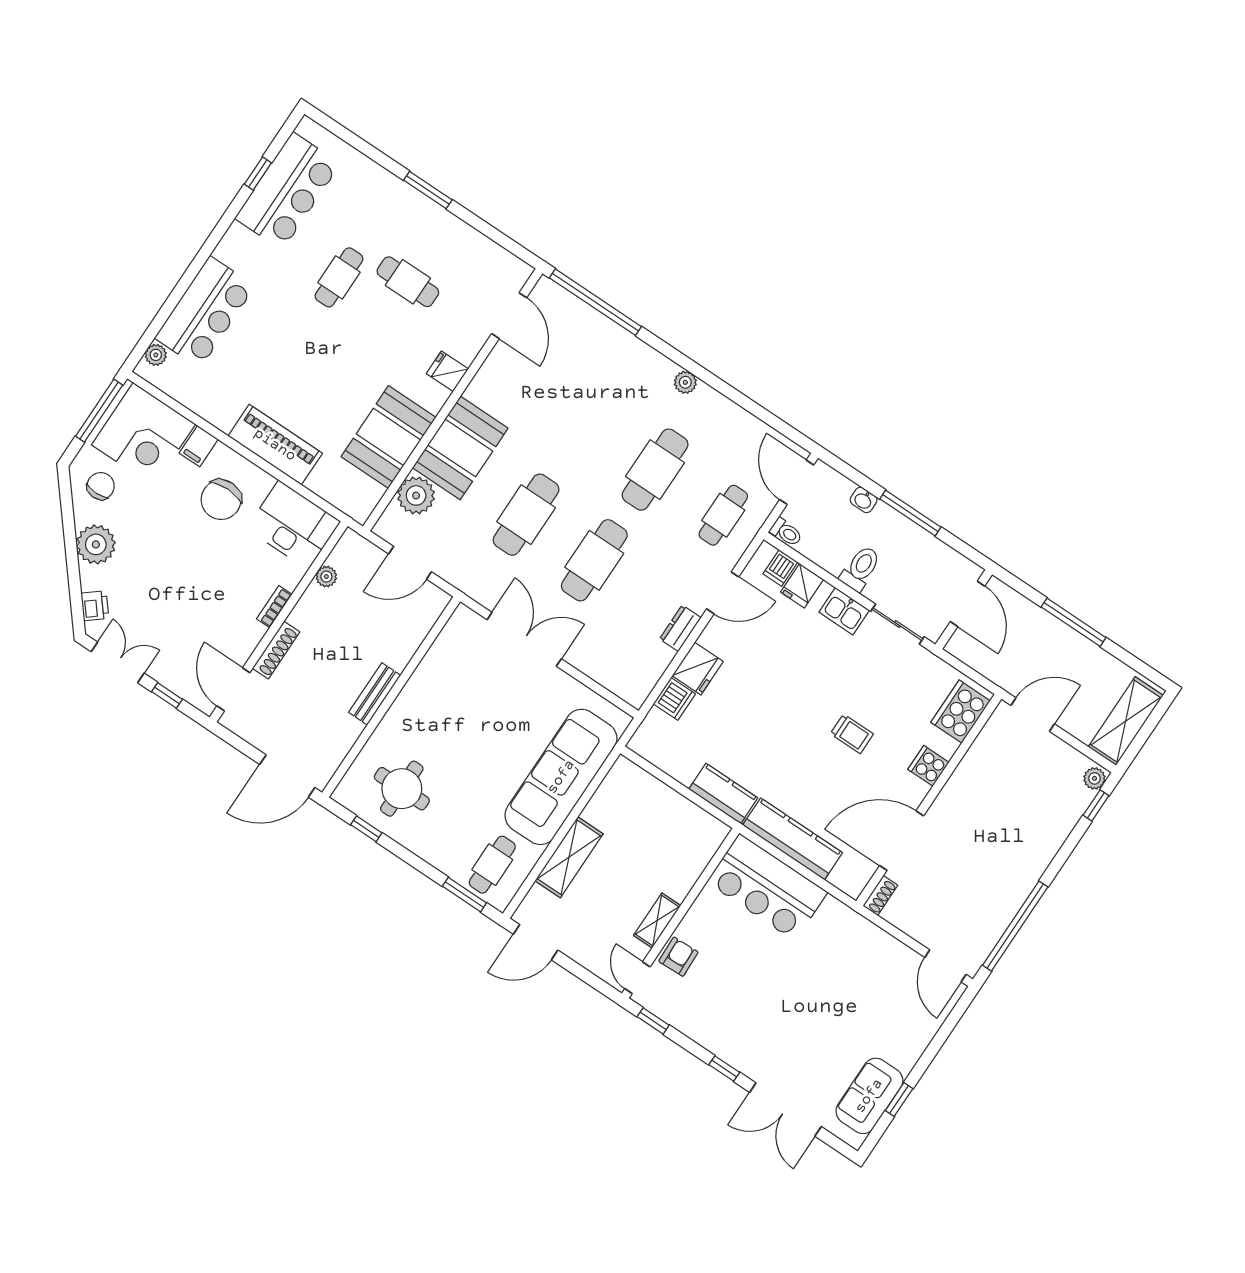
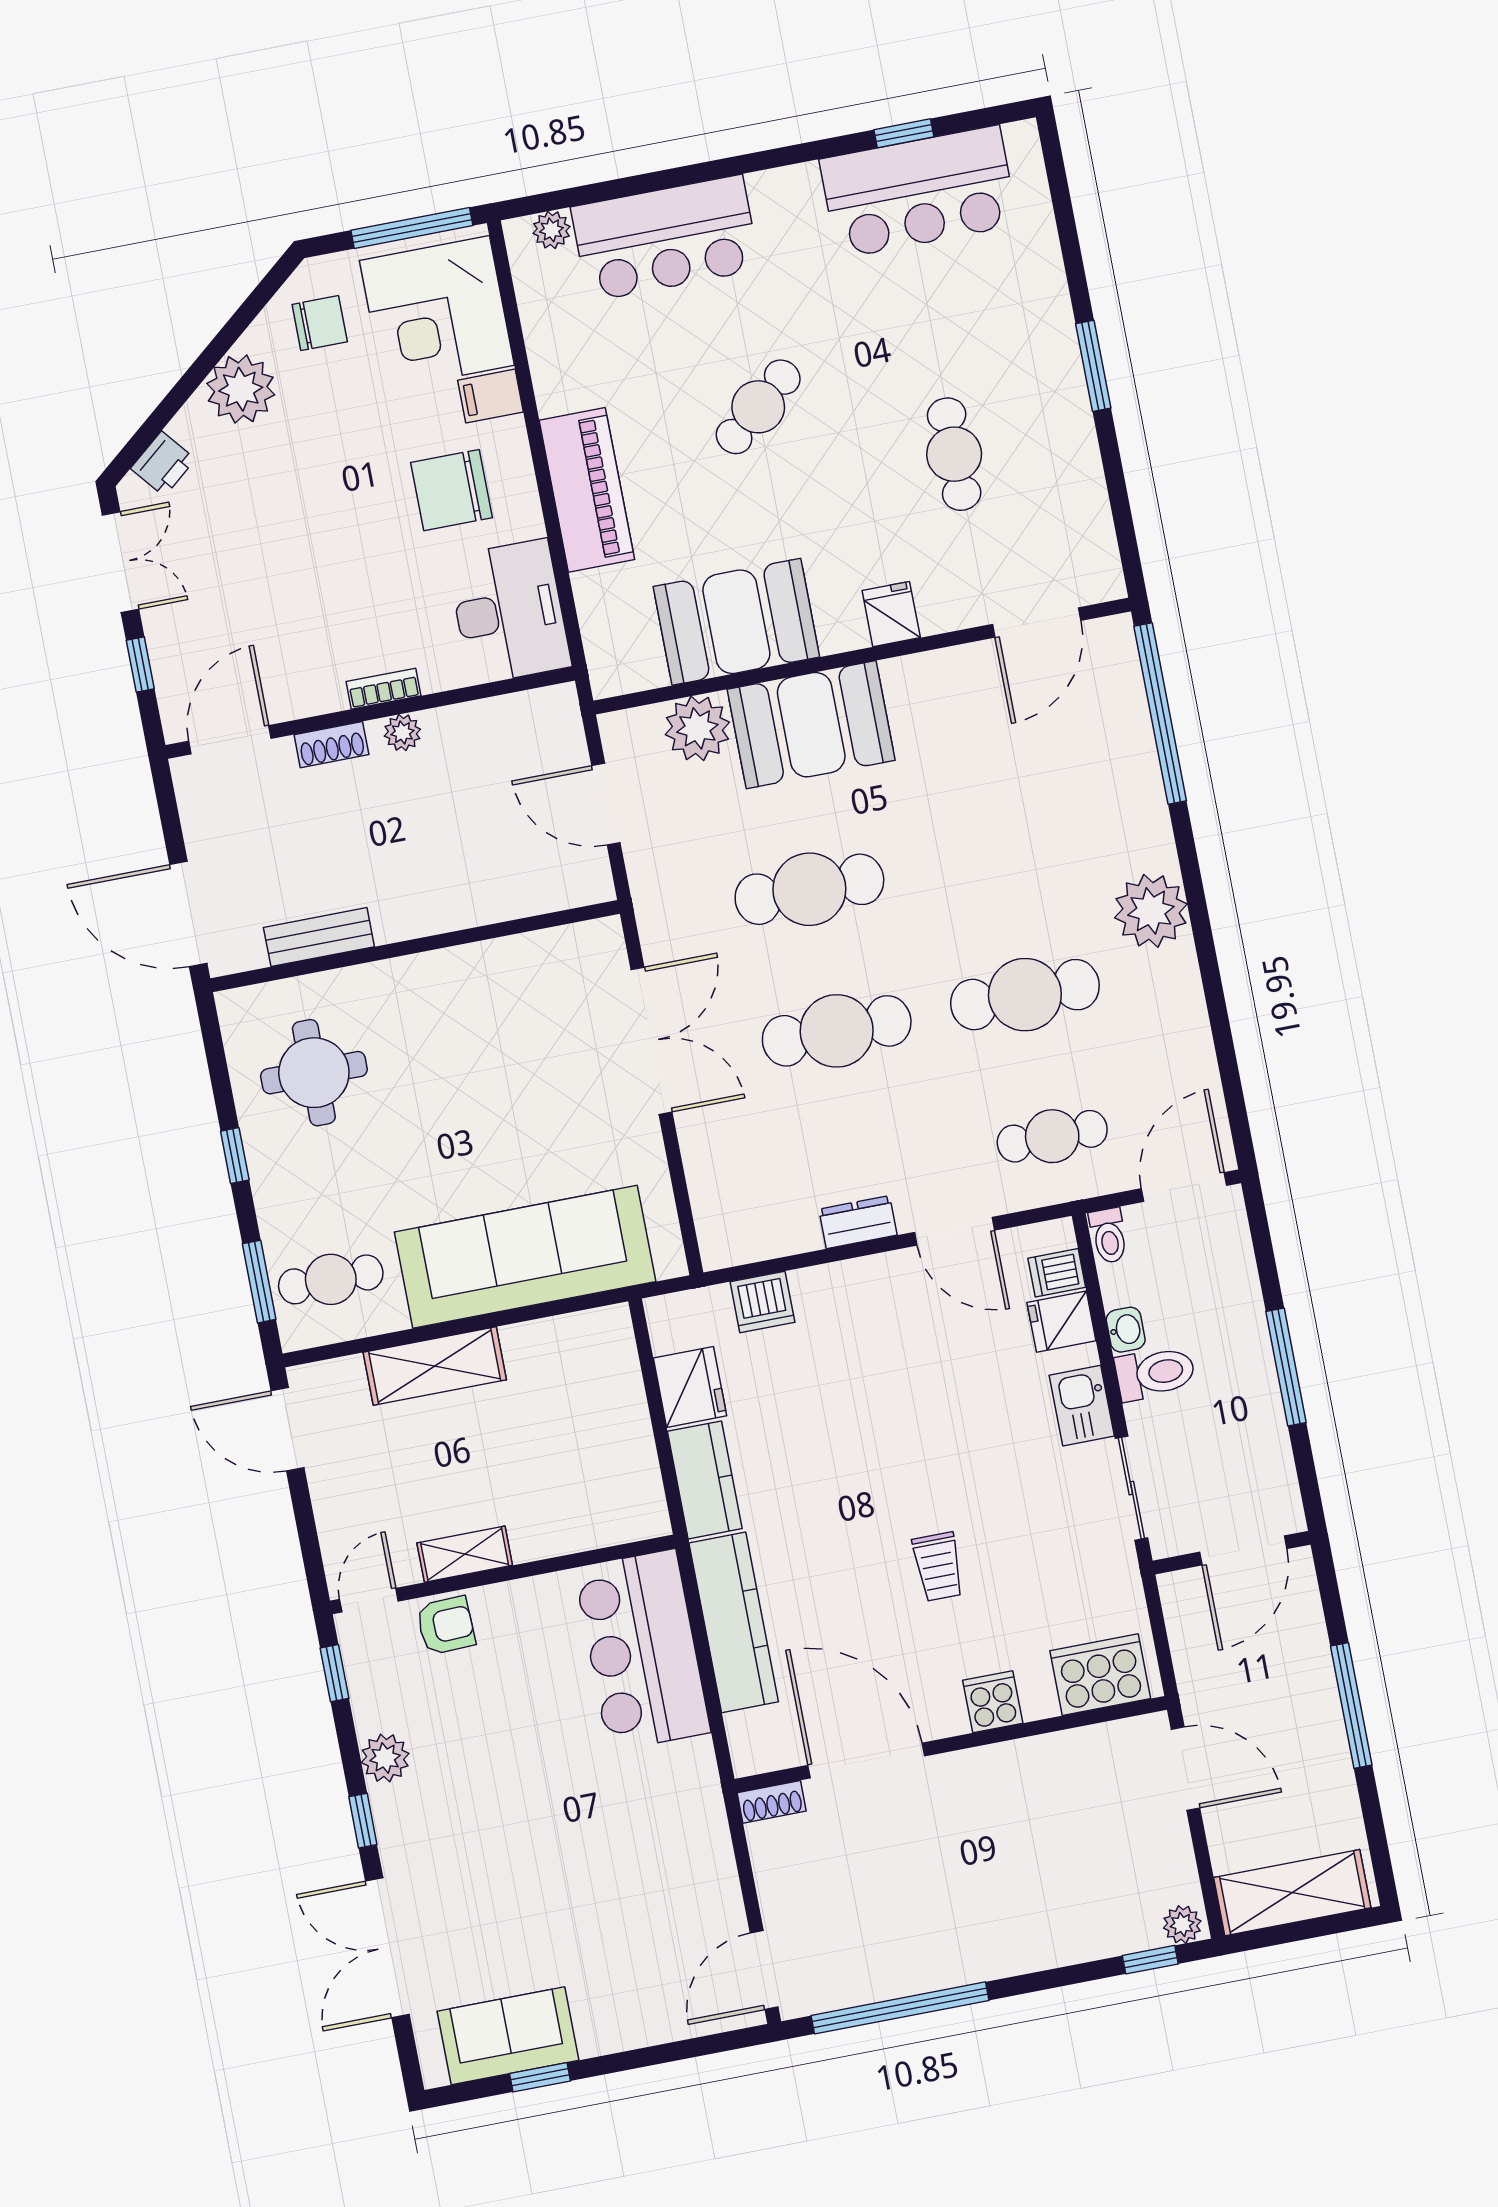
cafe table: (339, 277) -> (758, 407), moved, turned -40
plant: (685, 382) -> (1151, 911), width x1.88, depth x1.88
washbasin: (864, 500) -> (1126, 1330), moved, turned 180
plant: (326, 577) -> (402, 733), moved
shoe rack: (276, 650) -> (331, 745), width x0.70
fridge: (698, 669) -> (690, 1387), moved, turned -90
bench: (375, 694) -> (319, 937), moved
window: (366, 829) -> (235, 1156), moved
plant: (708, 1034) -> (385, 1758), added

